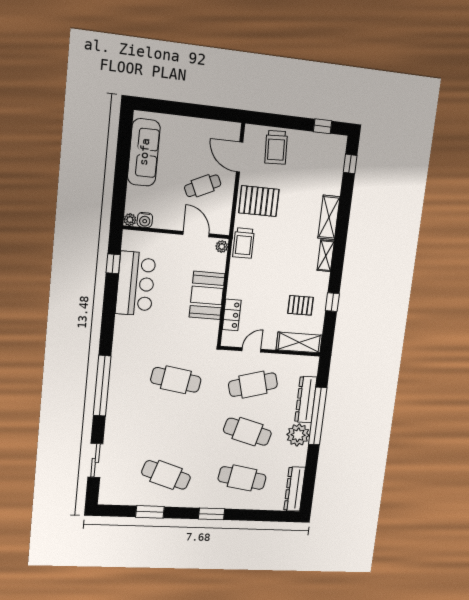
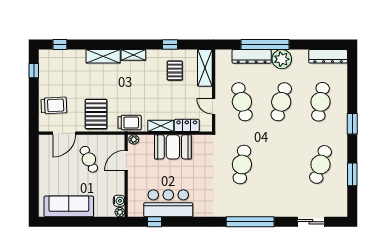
shelving: (235, 282) -> (161, 126), added

